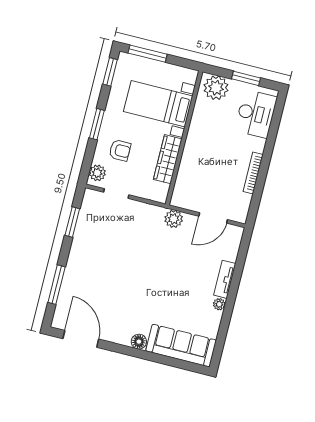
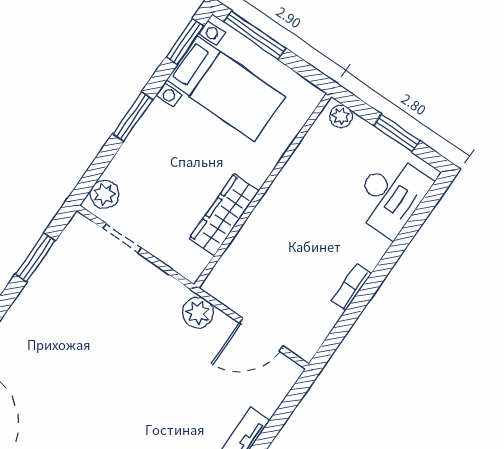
plant: (216, 88) -> (341, 116), width x0.53, depth x0.53
bed with nightstands: (158, 104) -> (226, 89), moved, turned 180
armchair: (120, 150) -> (154, 172), removed
bookcase: (253, 173) -> (351, 287), width x0.64

